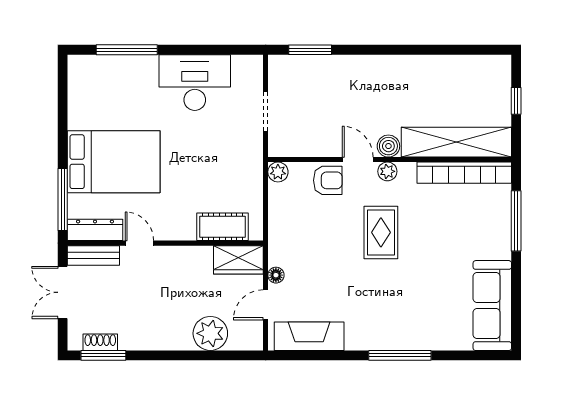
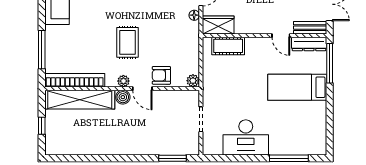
bed: (114, 162) -> (297, 87), width x0.67

